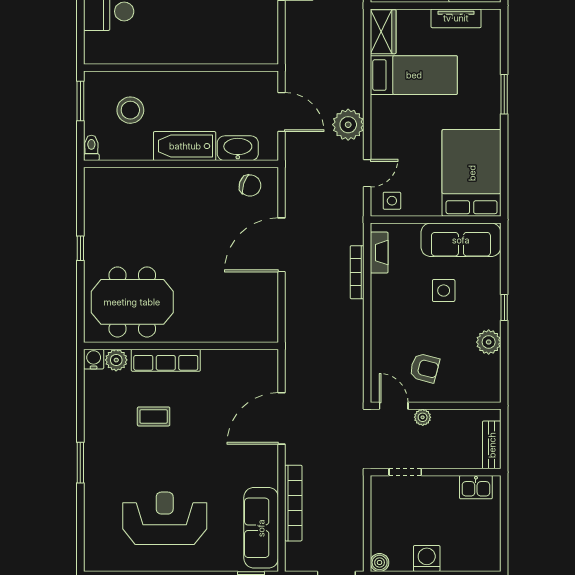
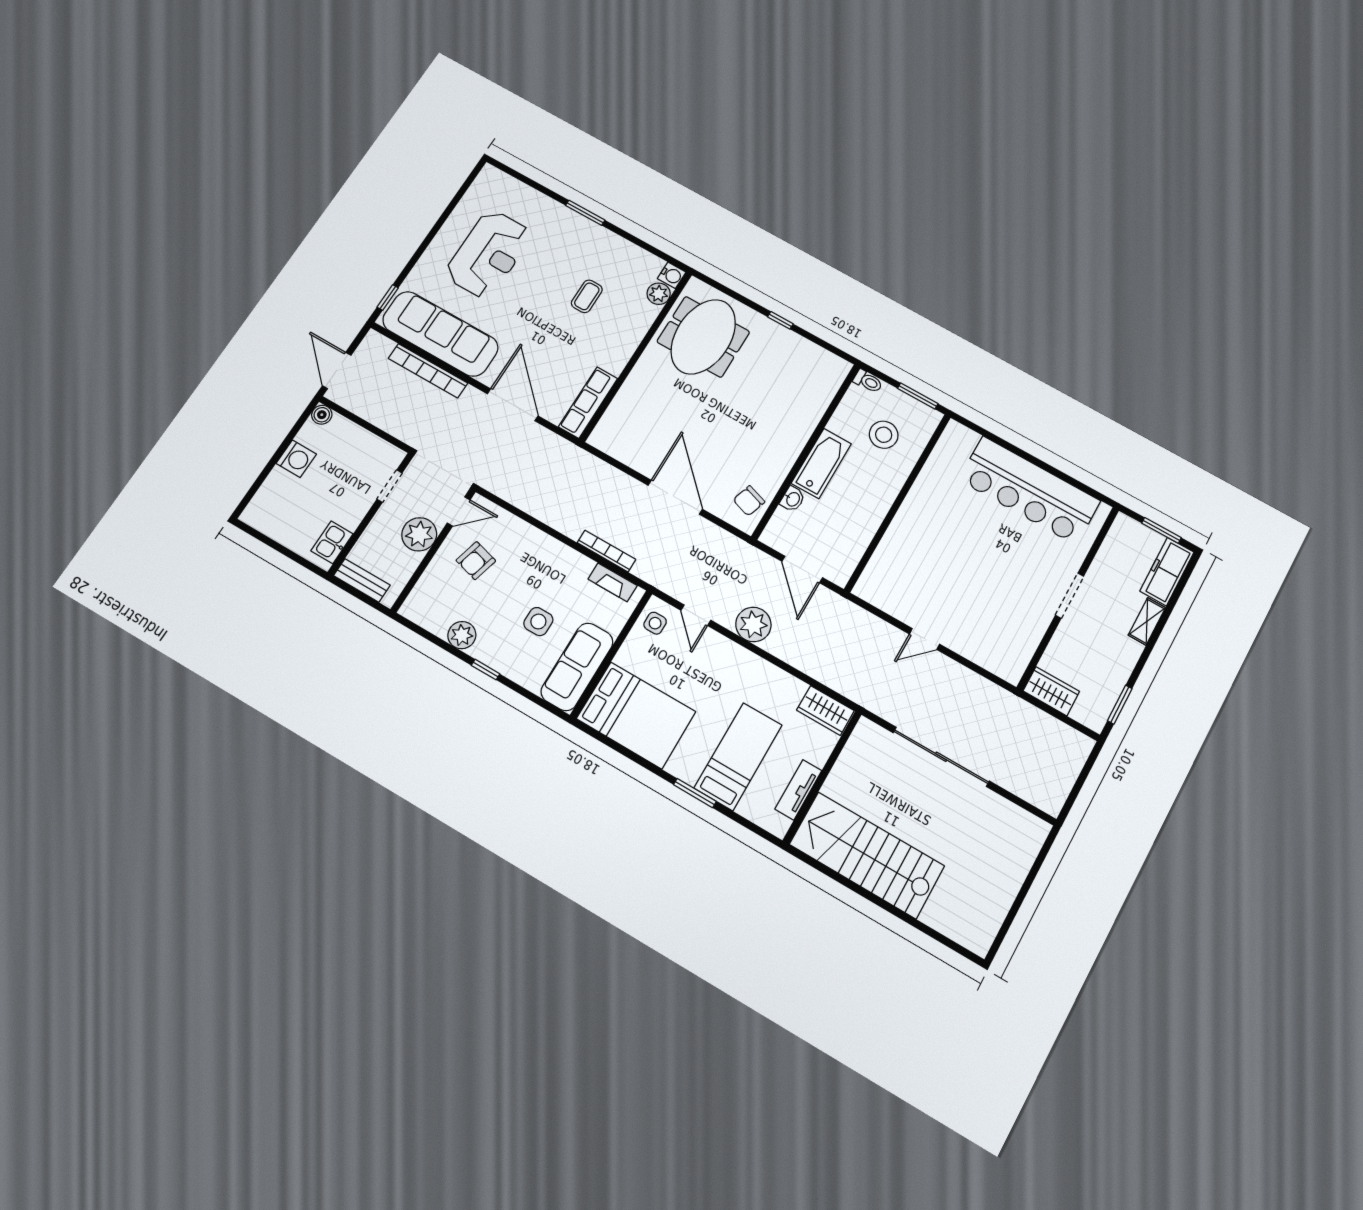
bed: (414, 75) -> (738, 756), moved, turned 180
door: (282, 112) -> (802, 569), hinge flipped
washbasin: (238, 148) -> (793, 499), width x0.52, depth x0.69
row of seats: (166, 360) -> (588, 403), moved
plant: (423, 417) -> (419, 534), width x1.88, depth x1.88
sofa: (261, 528) -> (440, 334), width x1.36, depth x1.27

